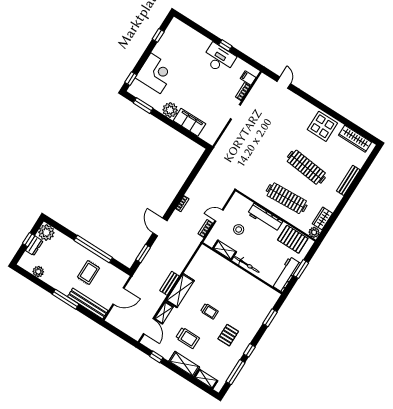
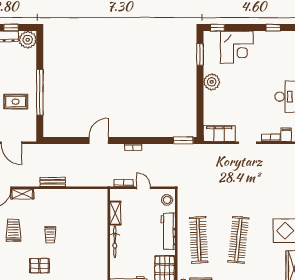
filing cabinet: (189, 122) -> (219, 133), moved, turned -90
stool: (239, 230) -> (167, 200), moved
window: (143, 253) -> (183, 140), moved
shelving: (180, 291) -> (52, 196), removed
trolley: (188, 338) -> (13, 230), turned 180

